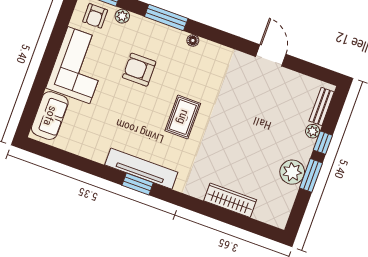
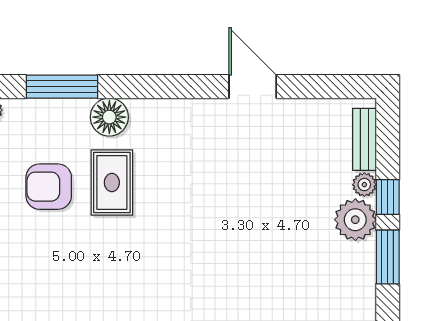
floor lamp: (193, 40) -> (109, 117), width x1.89, depth x1.89
rug: (183, 117) -> (112, 183), moved
plant: (292, 172) -> (355, 220), moved

